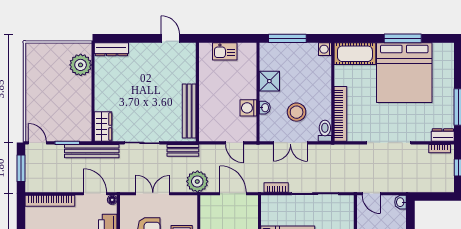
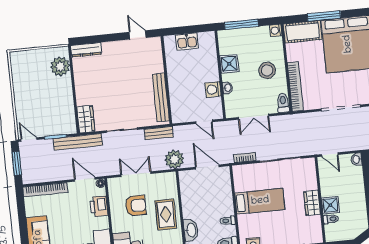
window: (403, 38) -> (324, 16), moved
stool: (297, 112) -> (267, 70), moved

